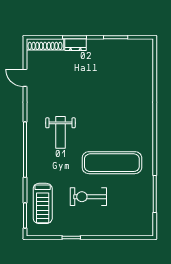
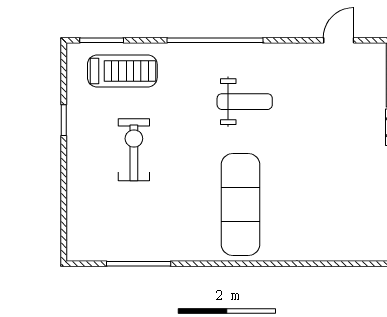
weight bench: (60, 132) -> (245, 102), turned 180
exercise mat: (112, 163) -> (240, 204), moved
treadmill: (43, 203) -> (122, 71), turned 180

